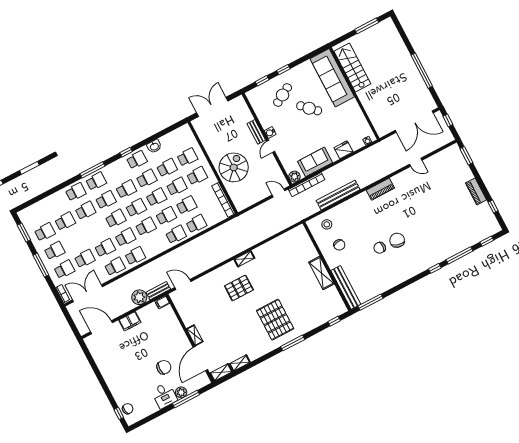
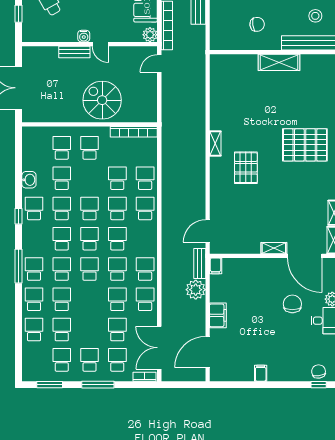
school desk: (177, 187) -> (34, 330), moved
stool: (327, 224) -> (315, 16), moved
filing cabinet: (106, 370) -> (261, 373), added

